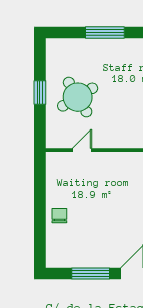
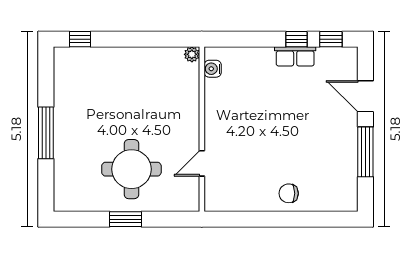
round table: (78, 97) -> (131, 169), turned 31
door: (82, 150) -> (202, 163), hinge flipped

